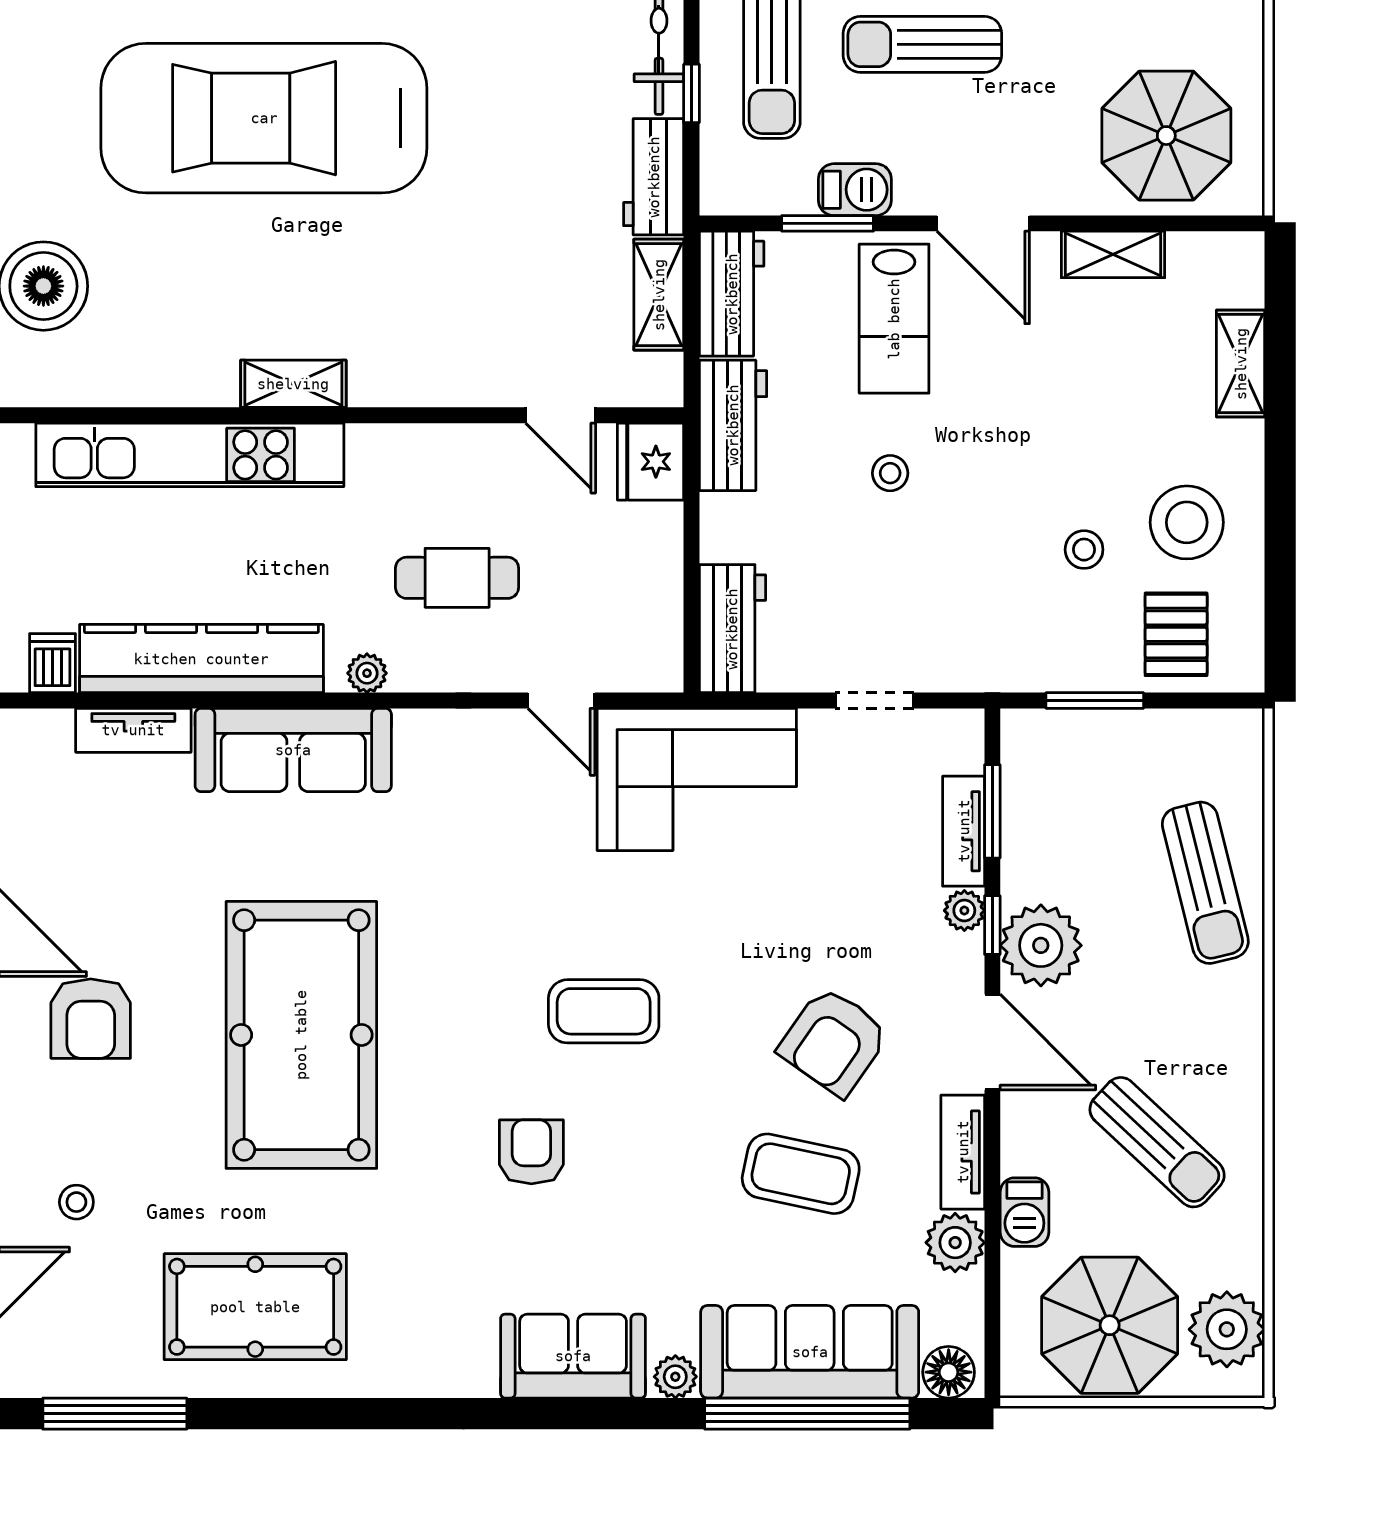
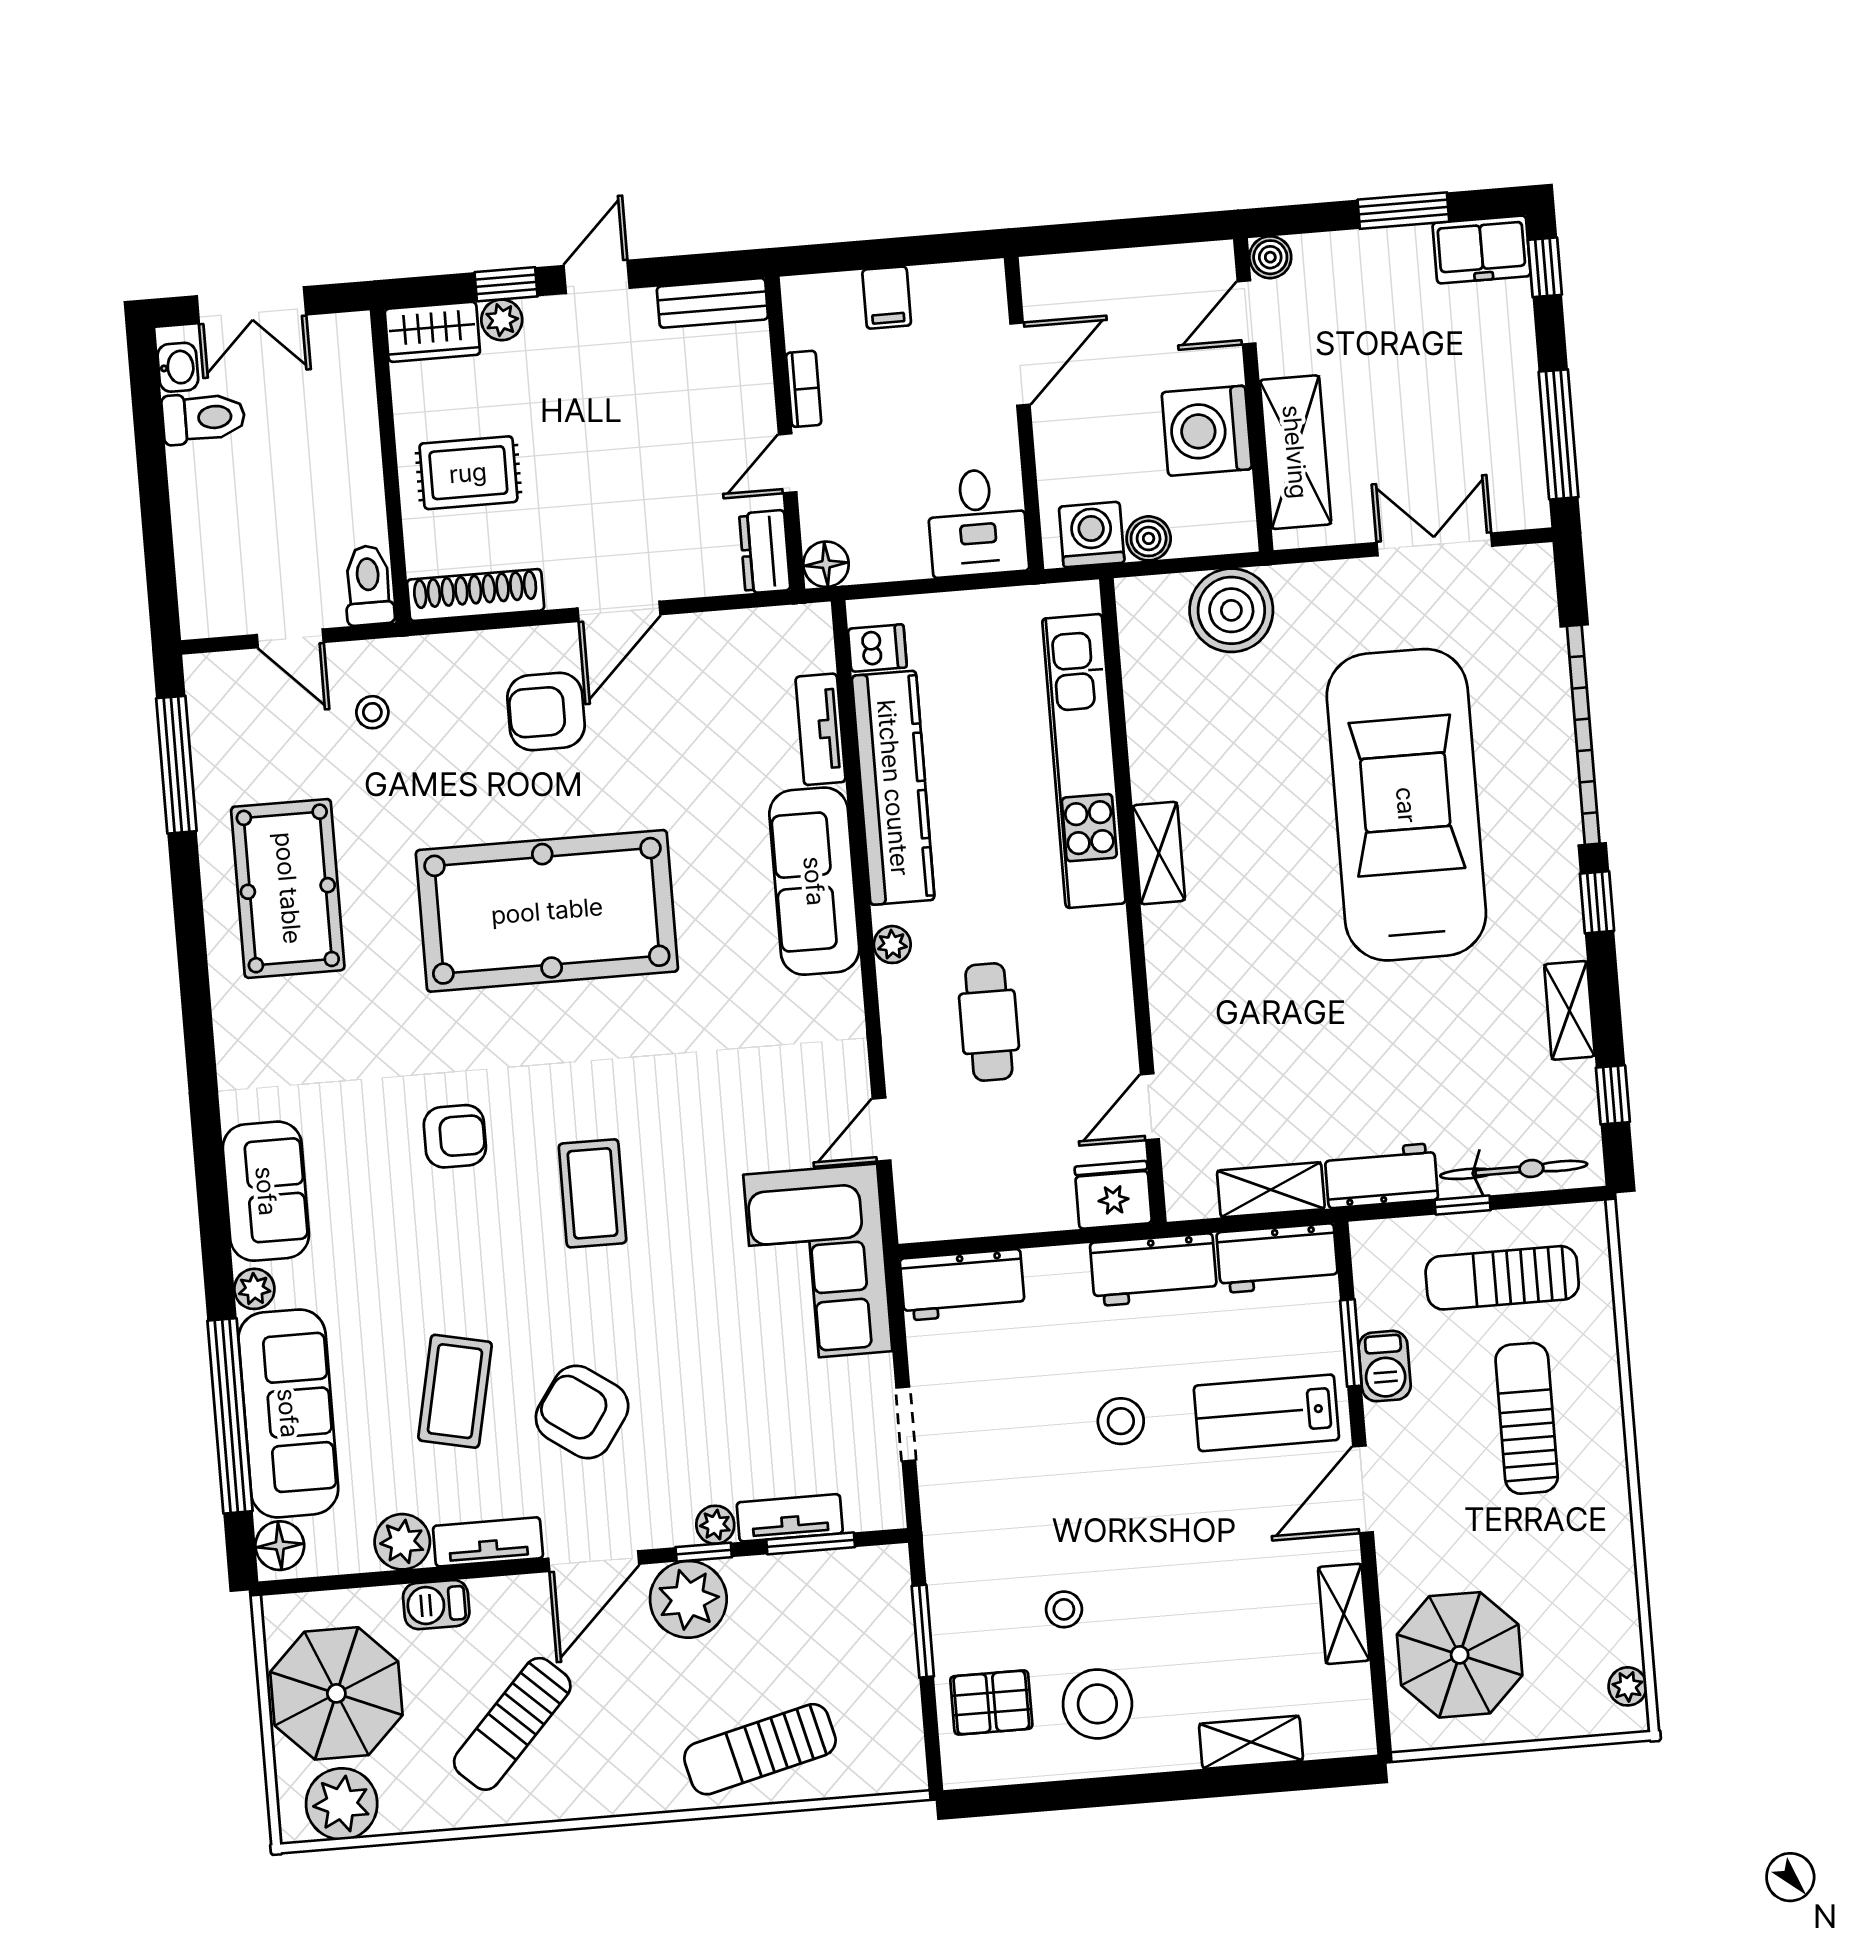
stool: (890, 473) -> (1121, 1421), width x1.37, depth x1.37

